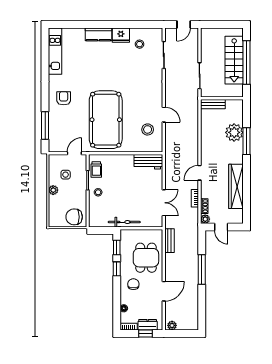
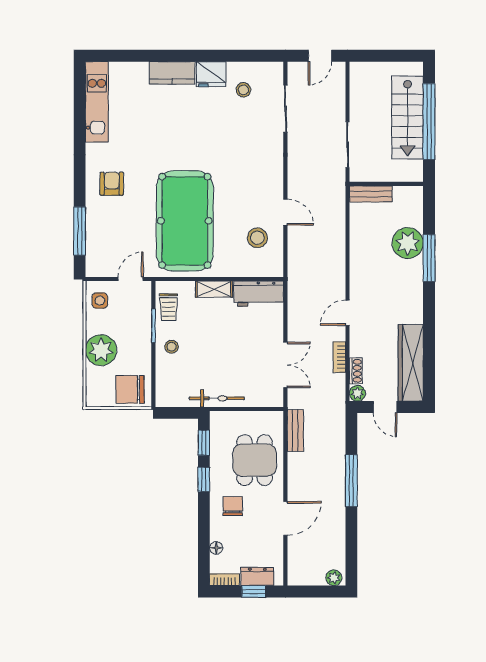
shelving: (123, 159) -> (214, 289), added
side table: (66, 175) -> (100, 301), moved
wardrobe: (236, 186) -> (411, 363), moved
plant: (53, 190) -> (101, 350), width x1.88, depth x1.88
plant: (172, 325) -> (334, 578), moved

